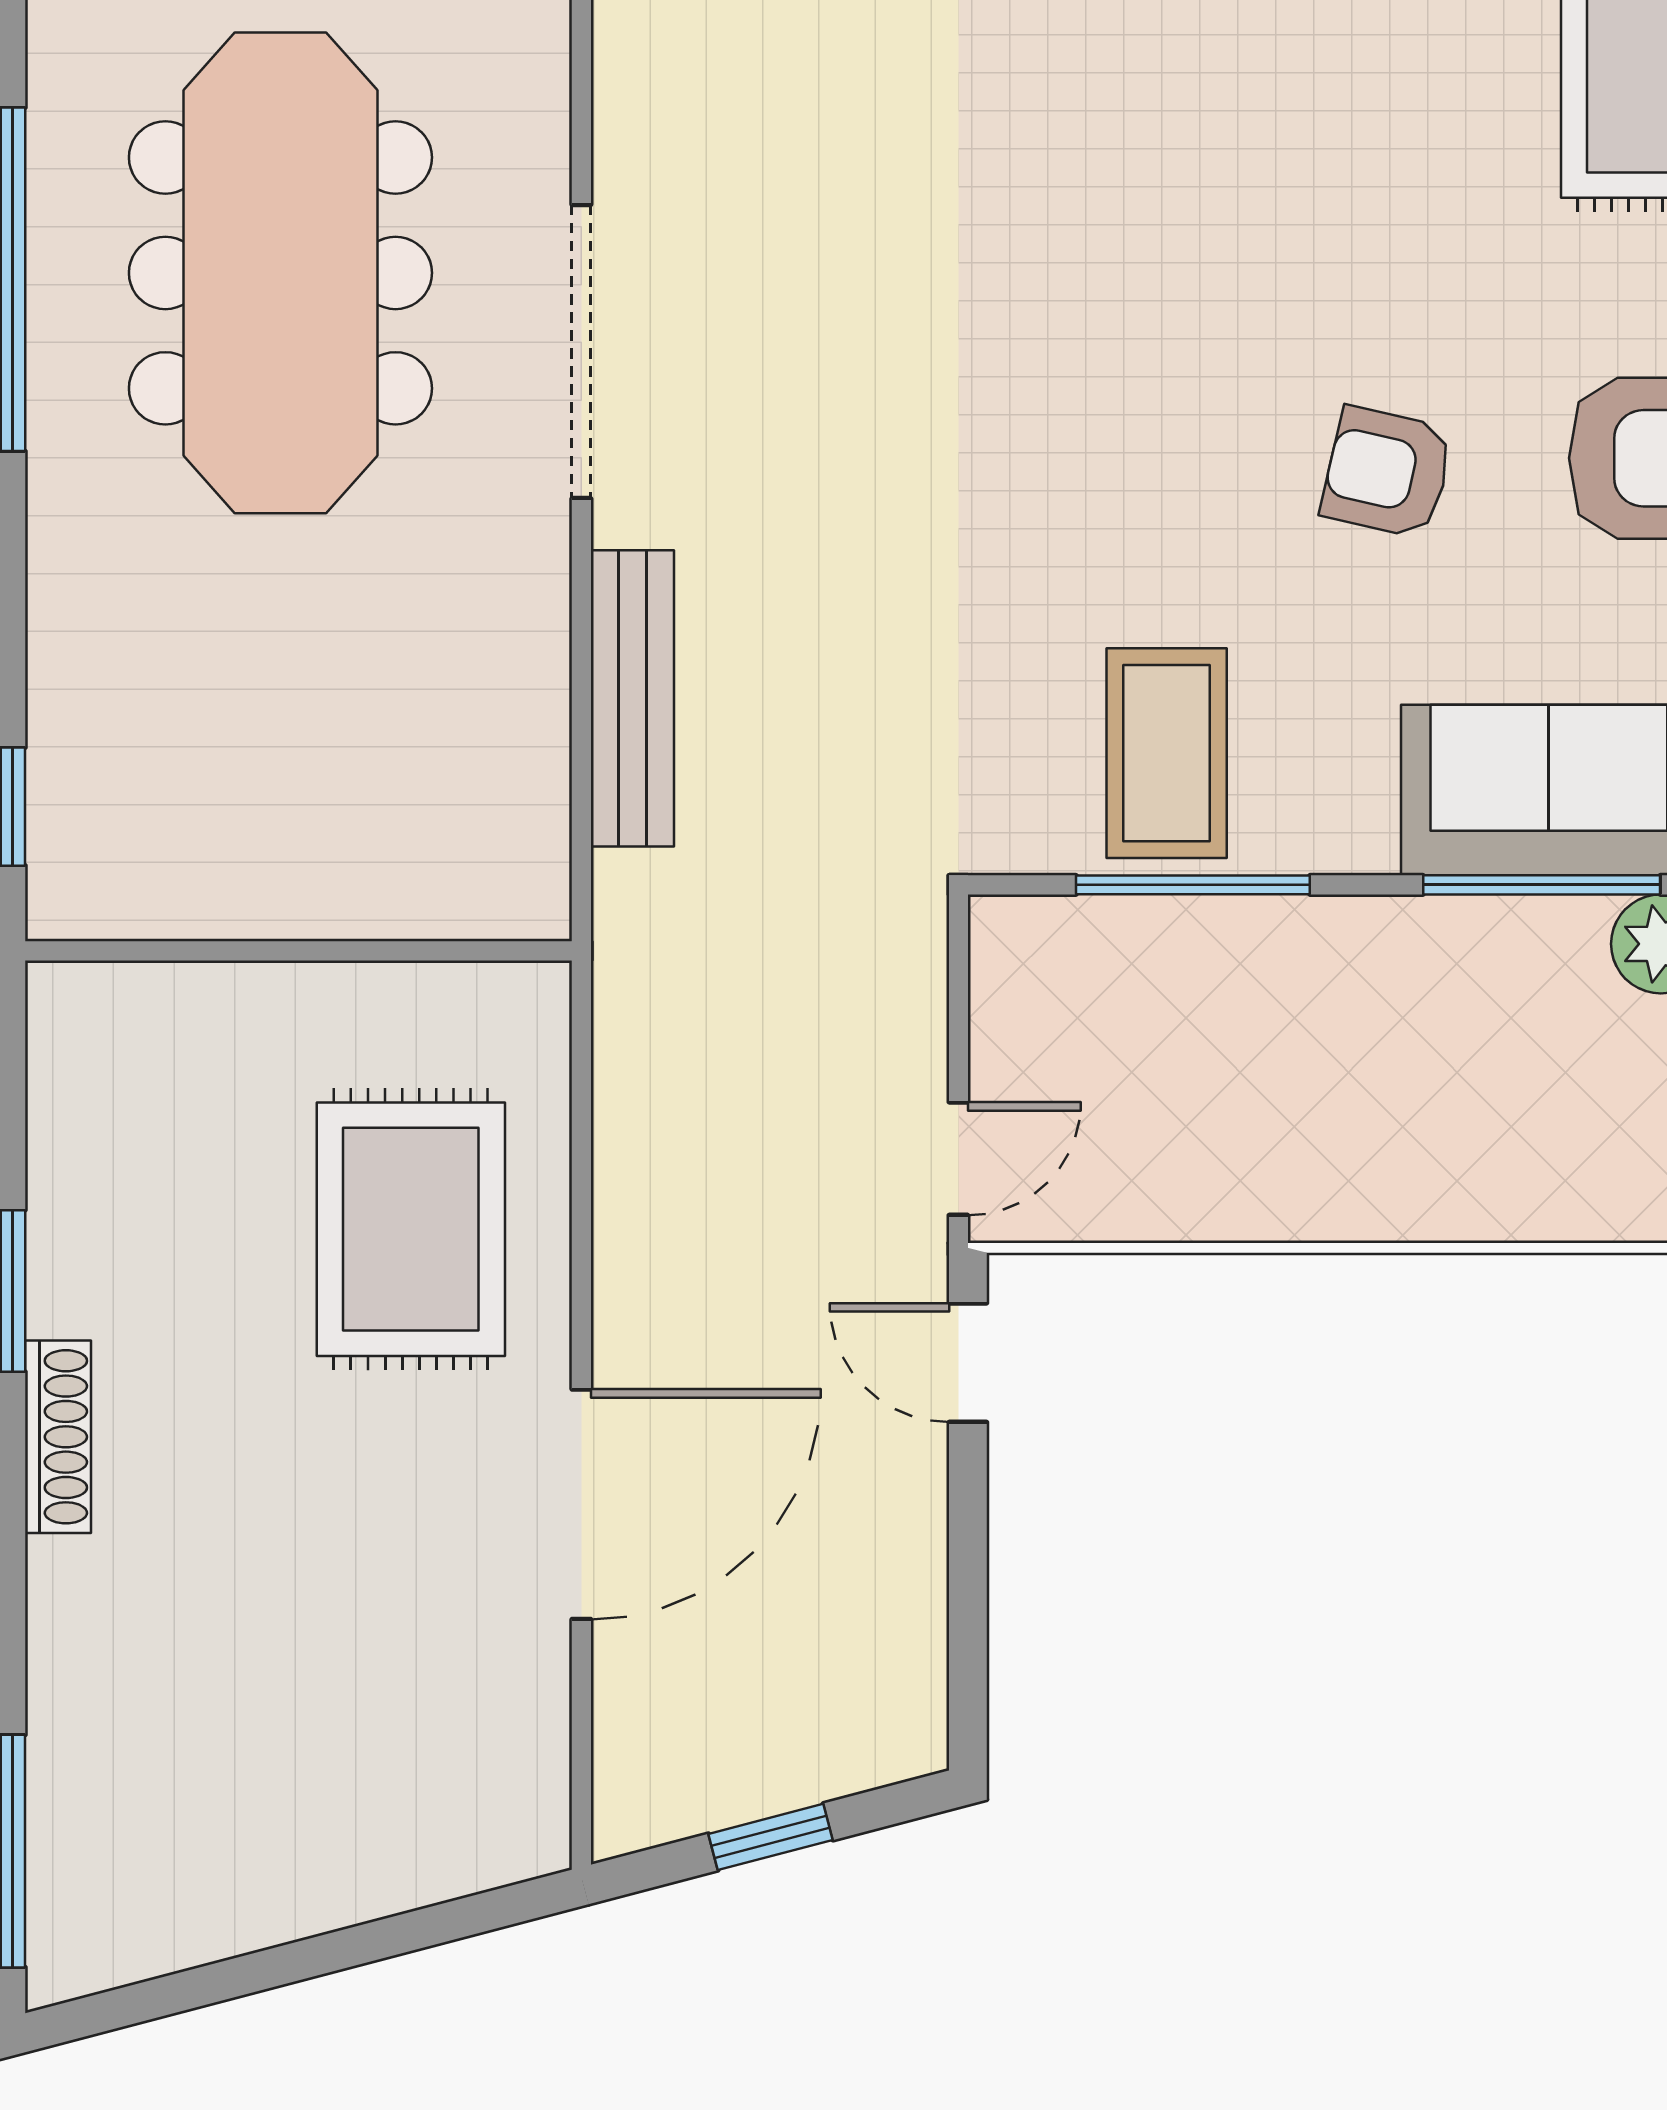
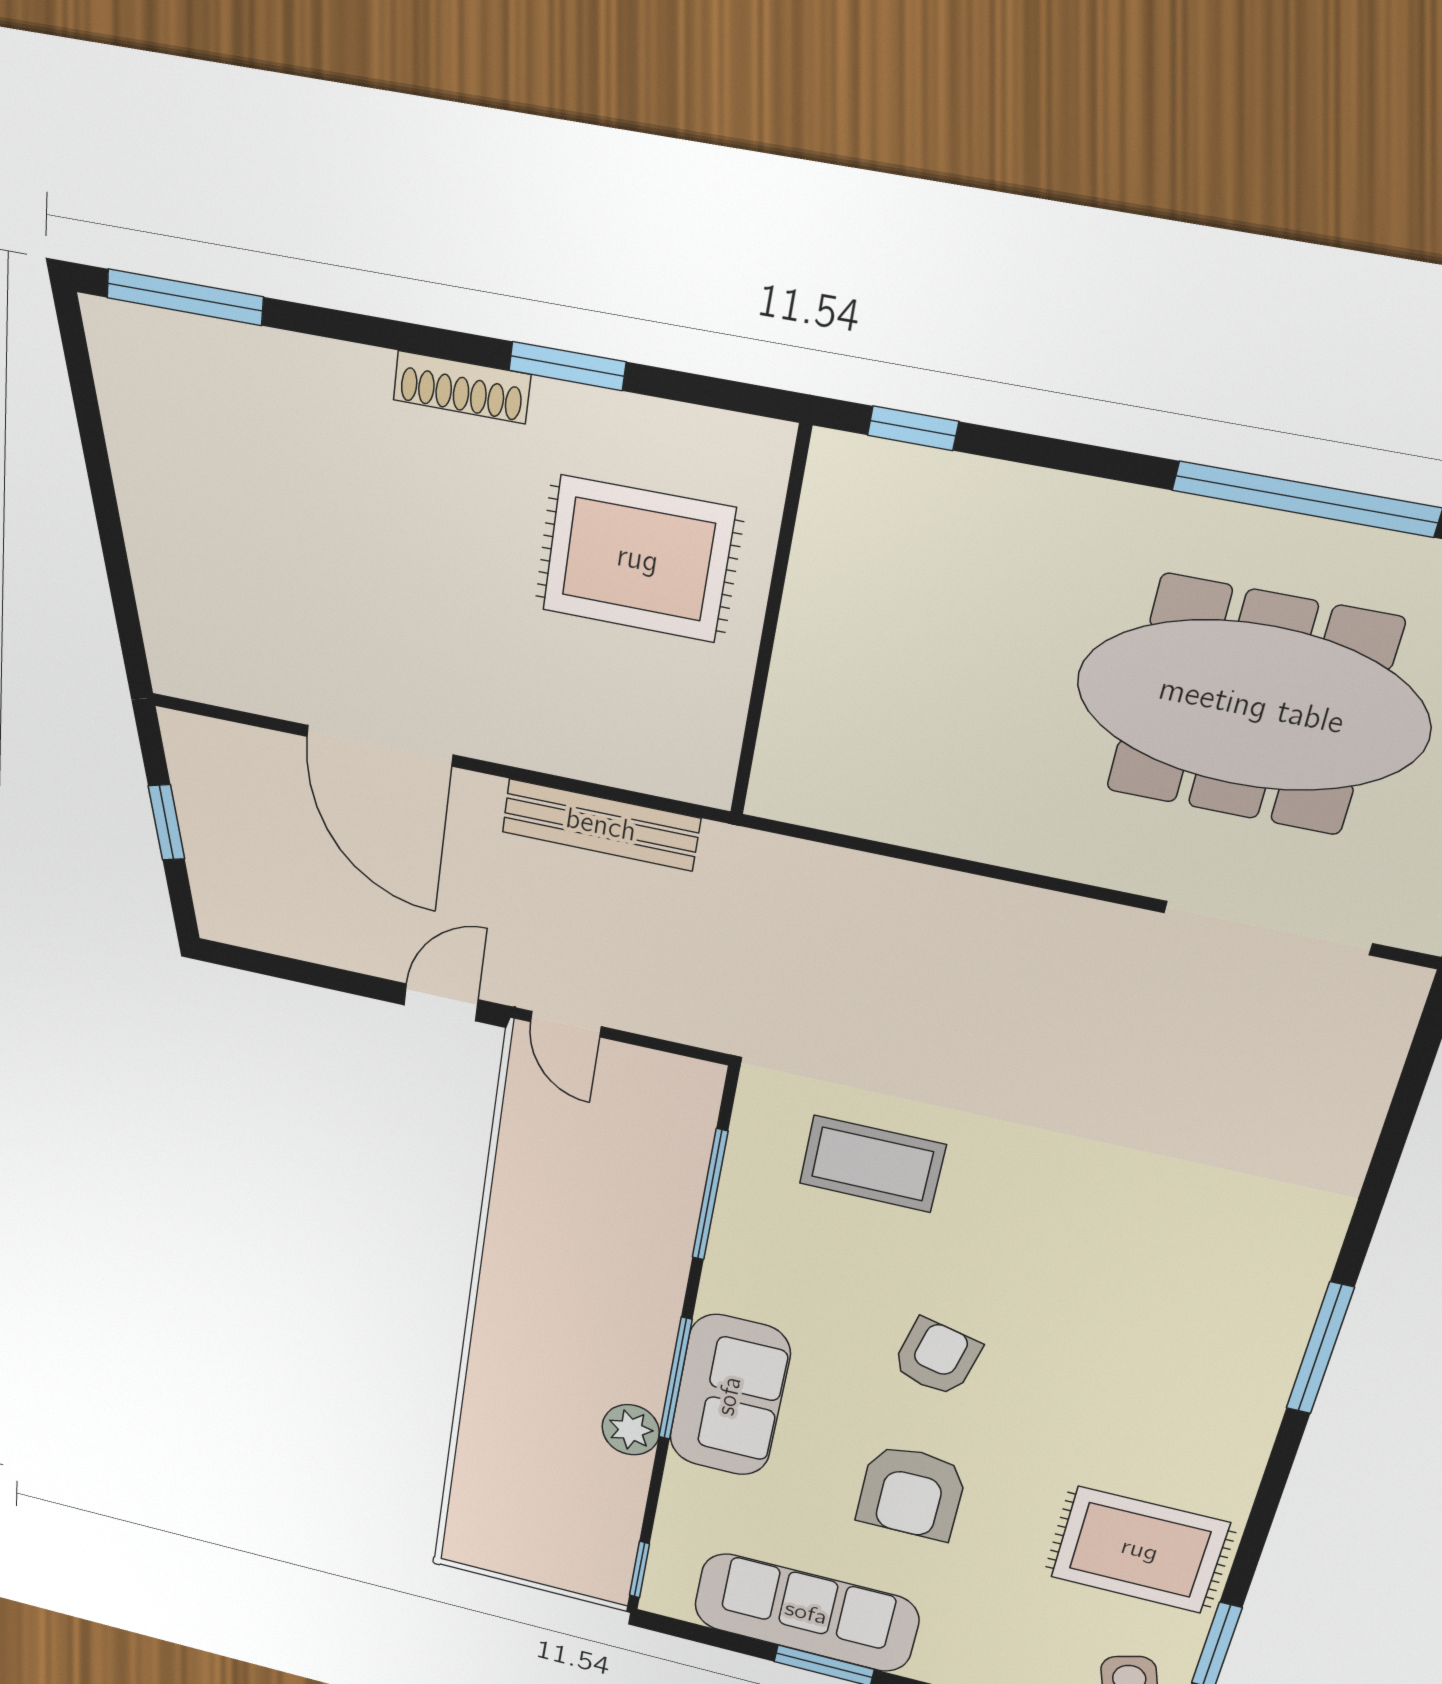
doorway: (581, 352) -> (1268, 928), moved
bench: (632, 698) -> (601, 825), moved
coffee table: (1167, 753) -> (872, 1164), moved
rug: (411, 1229) -> (638, 559), moved

